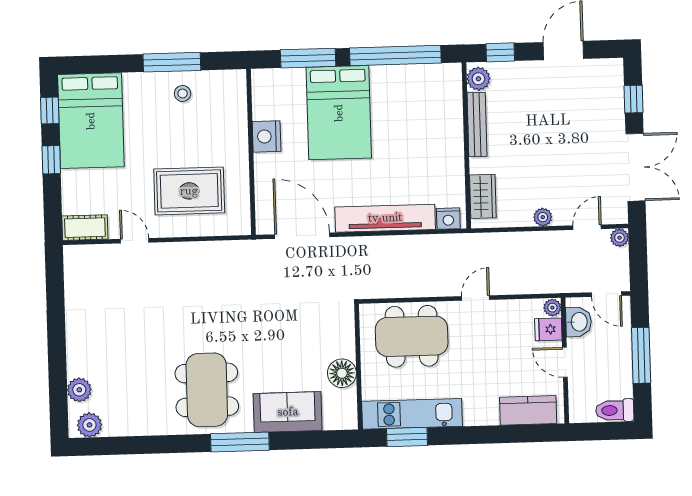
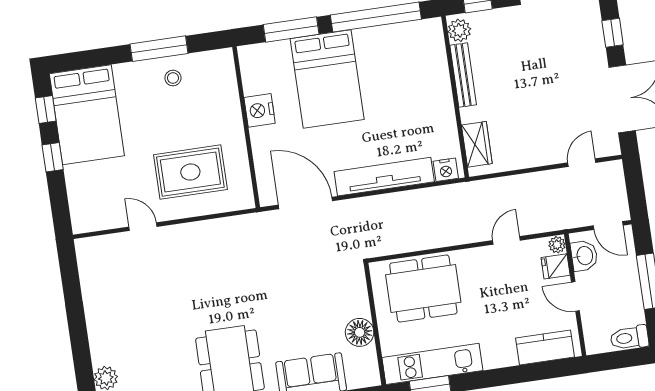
plant: (543, 217) -> (537, 158), removed
cot: (85, 228) -> (93, 220), removed
plant: (619, 238) -> (615, 169), removed
door: (476, 298) -> (506, 240), moved

